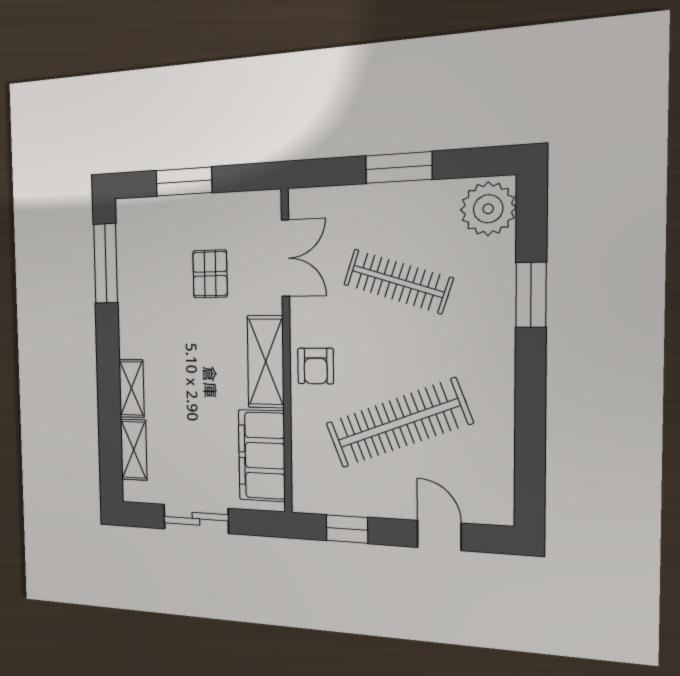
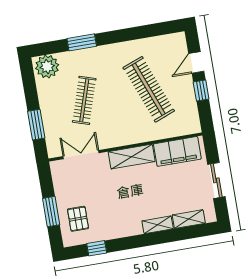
window: (399, 168) -> (36, 125), moved
window: (106, 263) -> (97, 248), width x0.46
pallet: (210, 274) -> (78, 219), moved, turned 90
armchair: (316, 366) -> (129, 132), removed
window: (347, 529) -> (201, 91), moved

